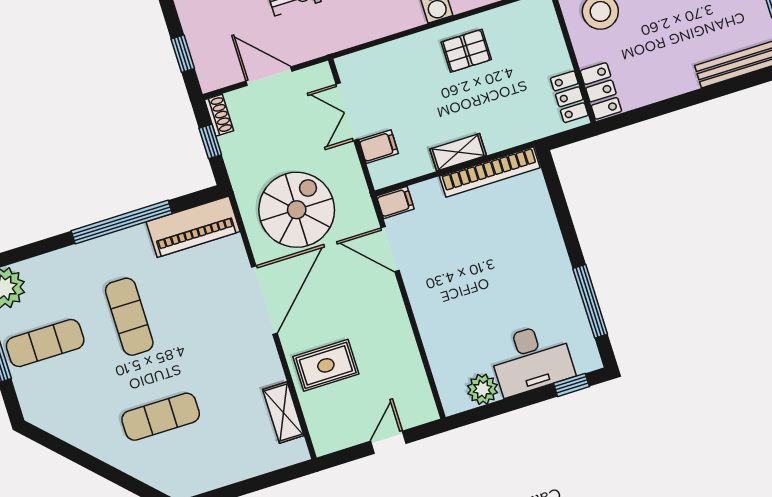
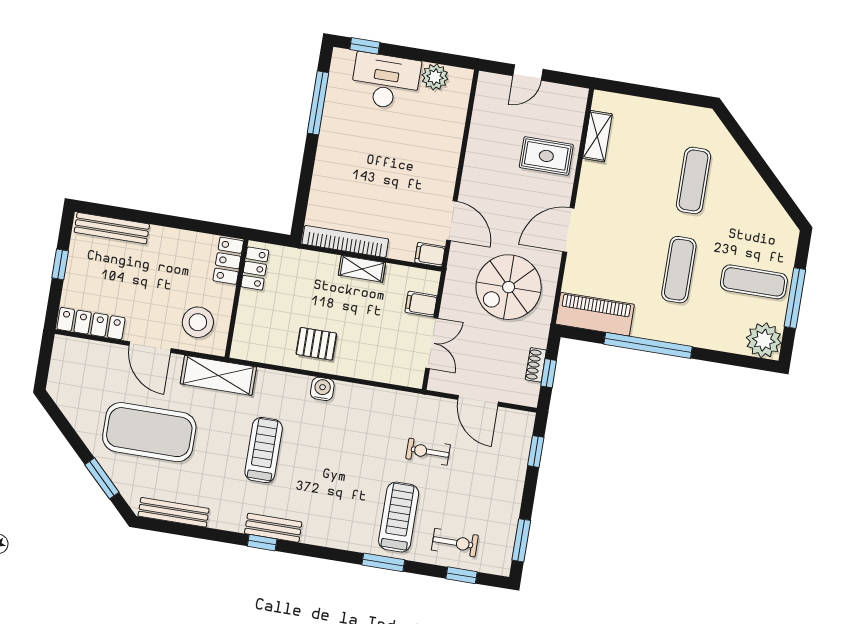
shoe rack: (219, 115) -> (536, 365), moved
door: (264, 300) -> (568, 230), width x0.73
exercise mat: (161, 417) -> (694, 180), turned 90

